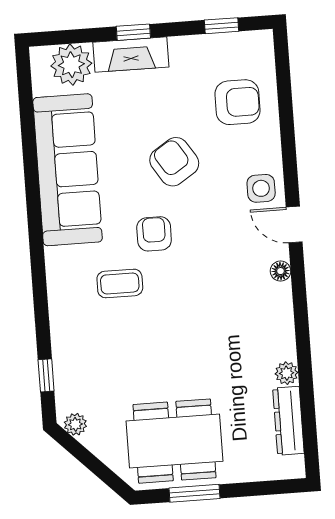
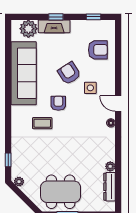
side table: (261, 188) -> (90, 88), moved

